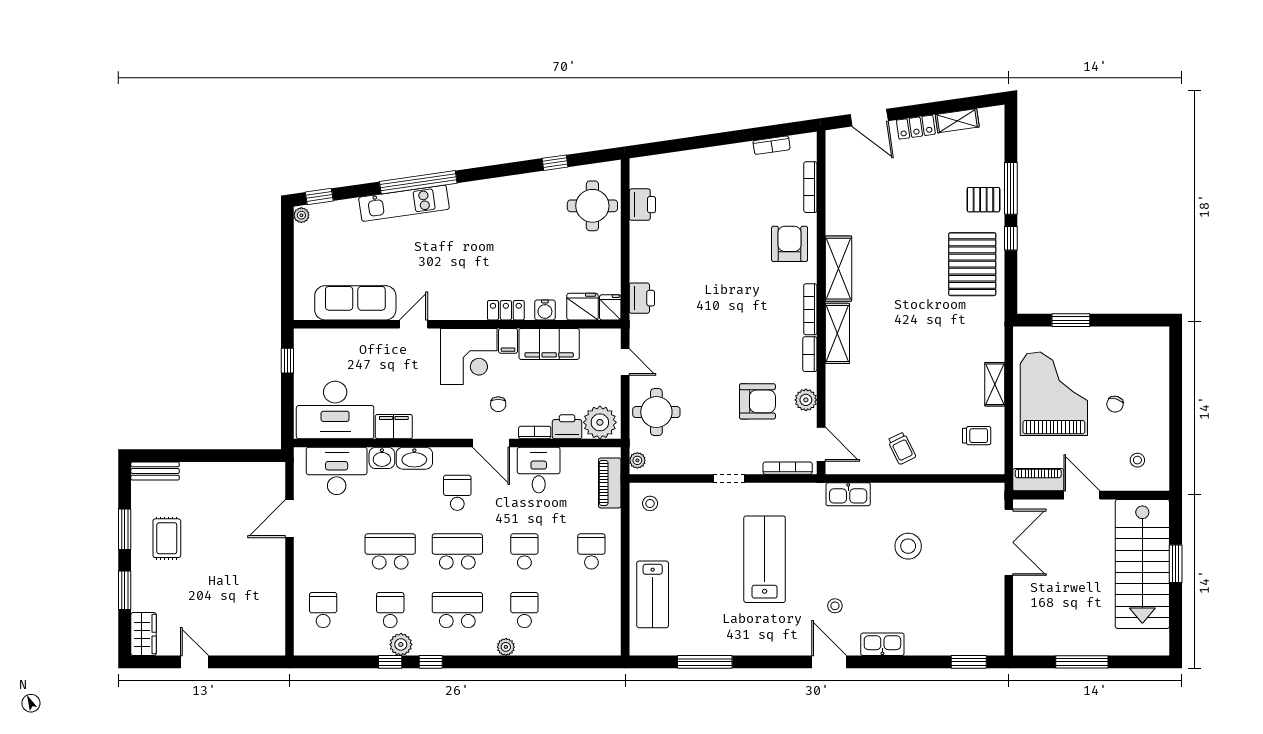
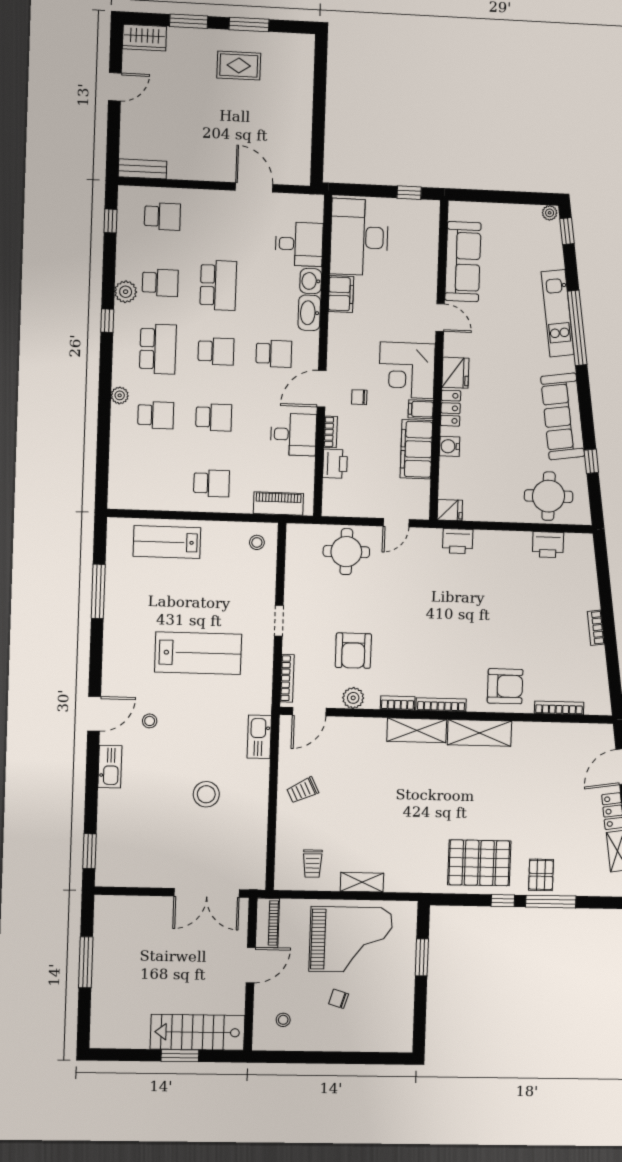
bookcase: (772, 145) -> (596, 628), moved
sofa: (510, 194) -> (563, 416), added
fridge: (582, 307) -> (455, 373), moved
plant: (600, 422) -> (338, 496), removed
plant: (637, 460) -> (300, 531), removed
bench: (155, 471) -> (142, 169), moved, turned 90
desk: (337, 471) -> (299, 244), width x0.73
school desk: (457, 551) -> (216, 351), width x0.54
stairs: (1142, 564) -> (198, 1032), width x0.73, depth x0.66
window: (390, 662) -> (110, 221), moved

